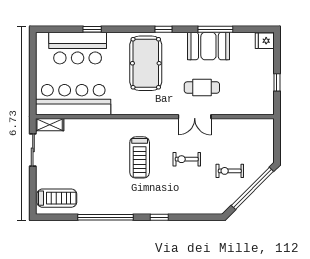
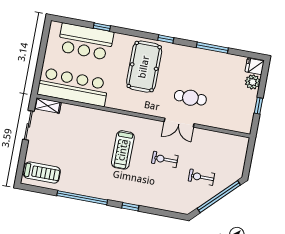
booth: (208, 46) -> (203, 62), removed
plant: (266, 58) -> (253, 82), added

